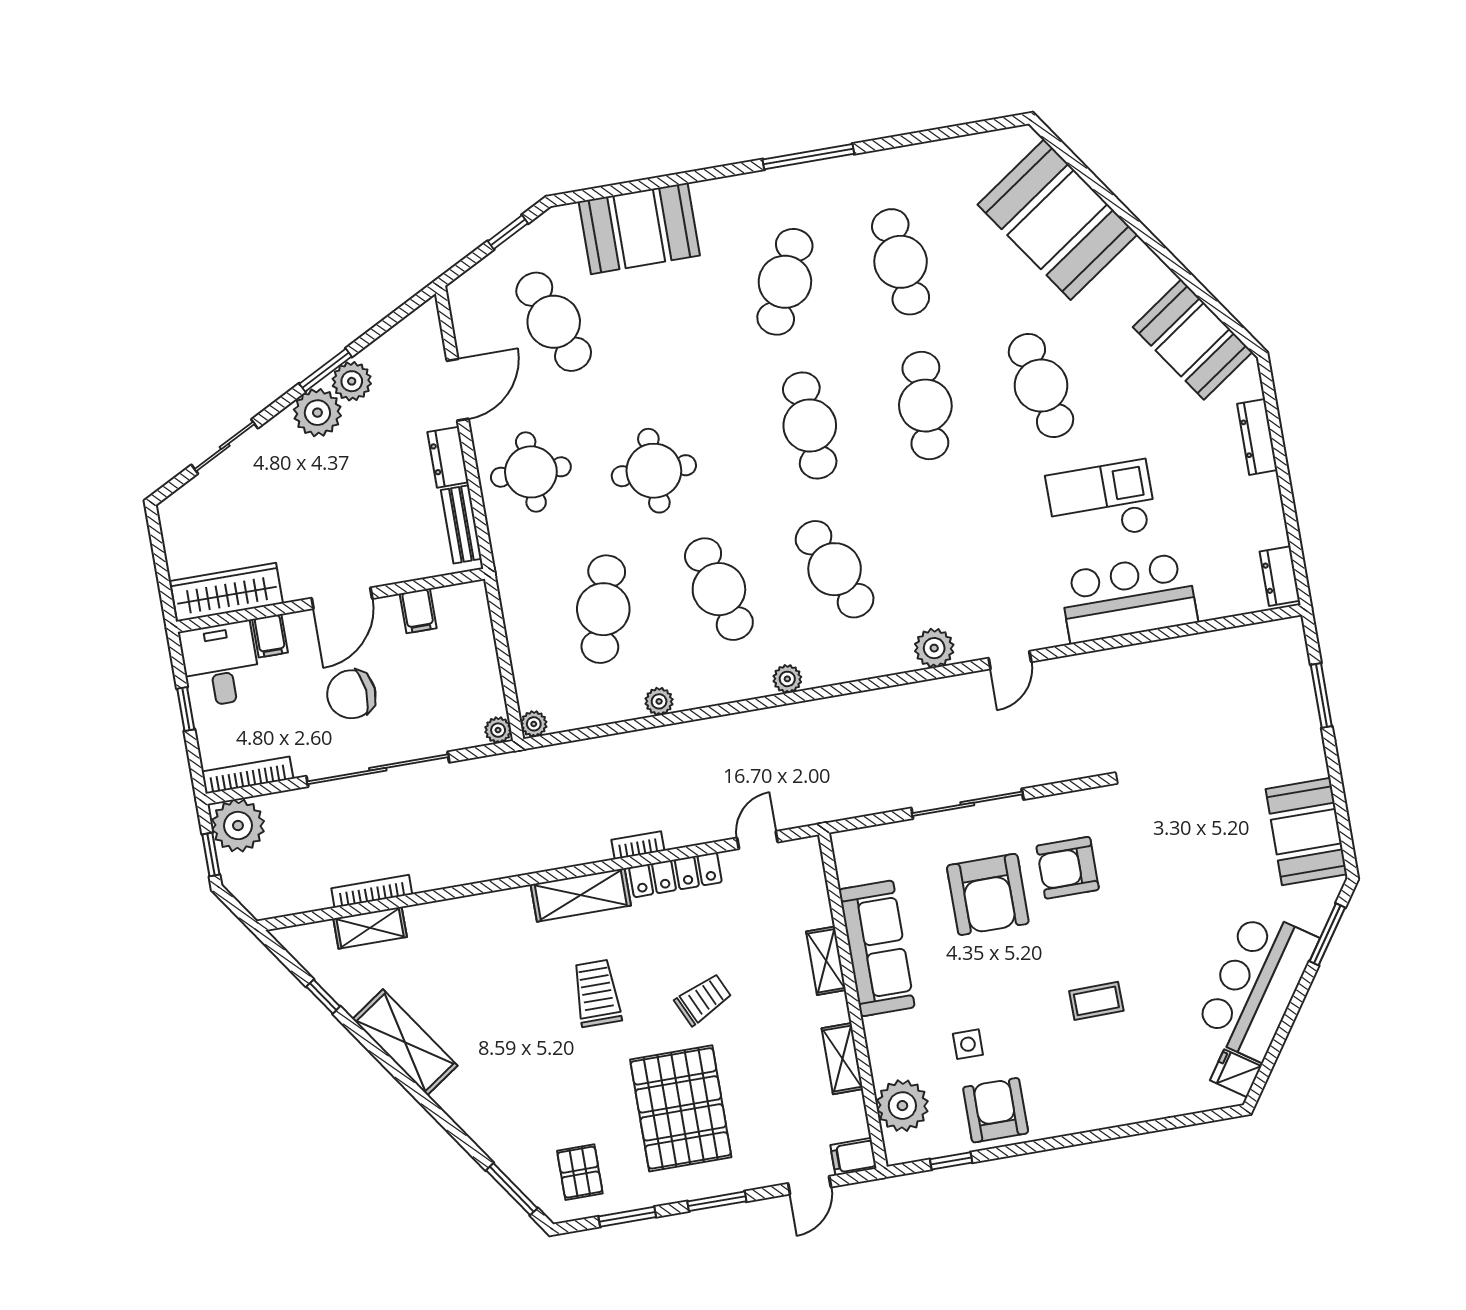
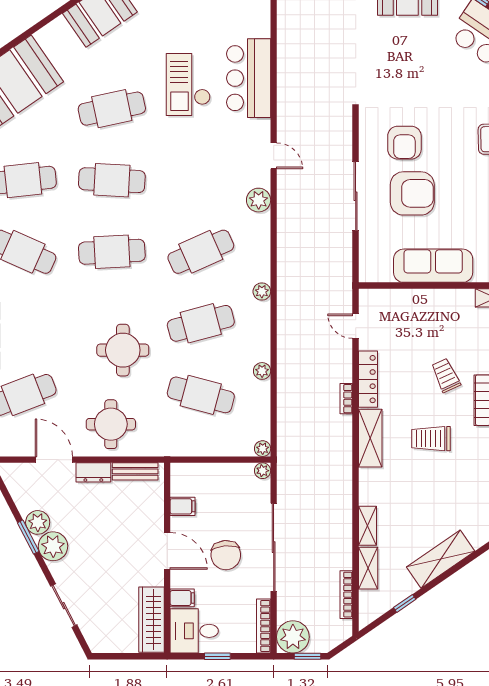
bookcase: (372, 891) -> (346, 595), moved
shelving: (826, 961) -> (367, 526), moved, turned 90

